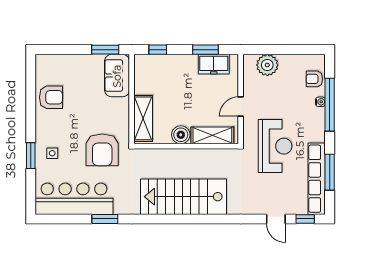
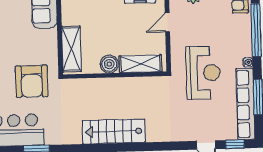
water cooler: (320, 102) -> (248, 62), moved
door: (241, 107) -> (167, 22), moved
stairs: (183, 197) -> (114, 131), width x0.73, depth x0.66

